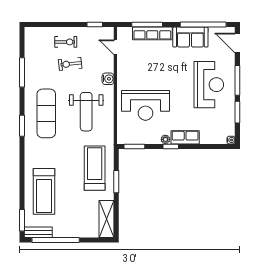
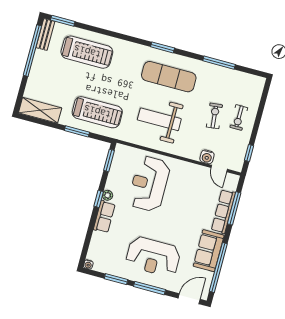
door: (115, 47) -> (219, 168), swing flipped
water cooler: (108, 79) -> (207, 157), moved
treadmill: (44, 191) -> (87, 52), turned 180

